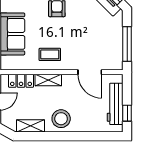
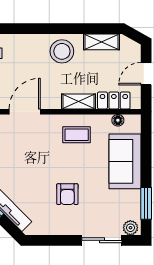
floor lamp: (18, 66) -> (118, 120), added
door: (90, 72) -> (25, 112), hinge flipped

